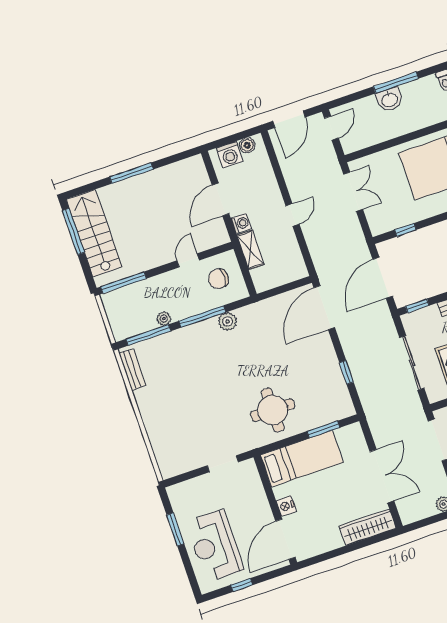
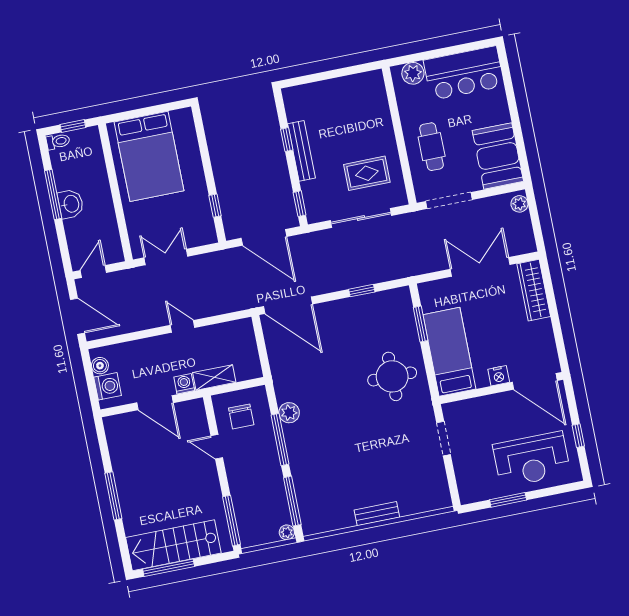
door: (331, 128) -> (93, 271), hinge flipped
plant: (164, 319) -> (287, 532), moved
bench: (132, 369) -> (377, 514), moved

